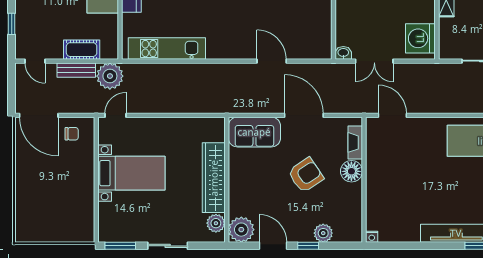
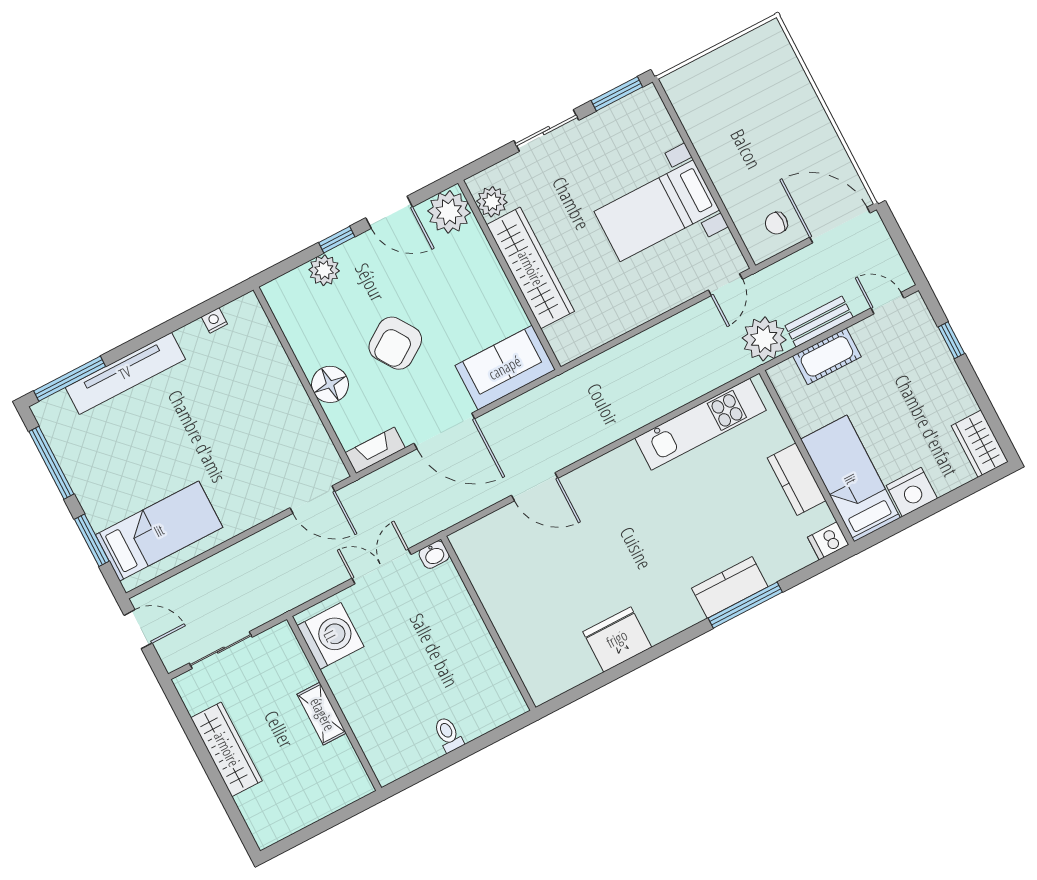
fireplace: (355, 142) -> (375, 450), moved, turned -90
nightstand: (372, 237) -> (214, 320), moved

